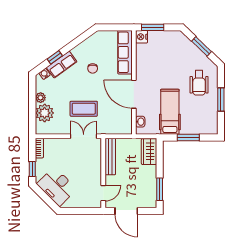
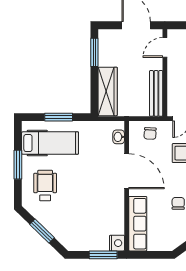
hospital bed: (170, 112) -> (50, 143), moved, turned -90
chair: (115, 124) -> (150, 133), added
wardrobe: (149, 152) -> (108, 91), width x1.50

